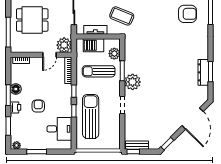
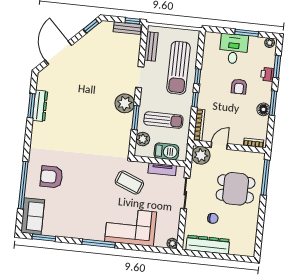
printer: (16, 107) -> (267, 74), moved
desk: (59, 129) -> (234, 49), moved, turned 90
bench: (115, 132) -> (151, 46), added

